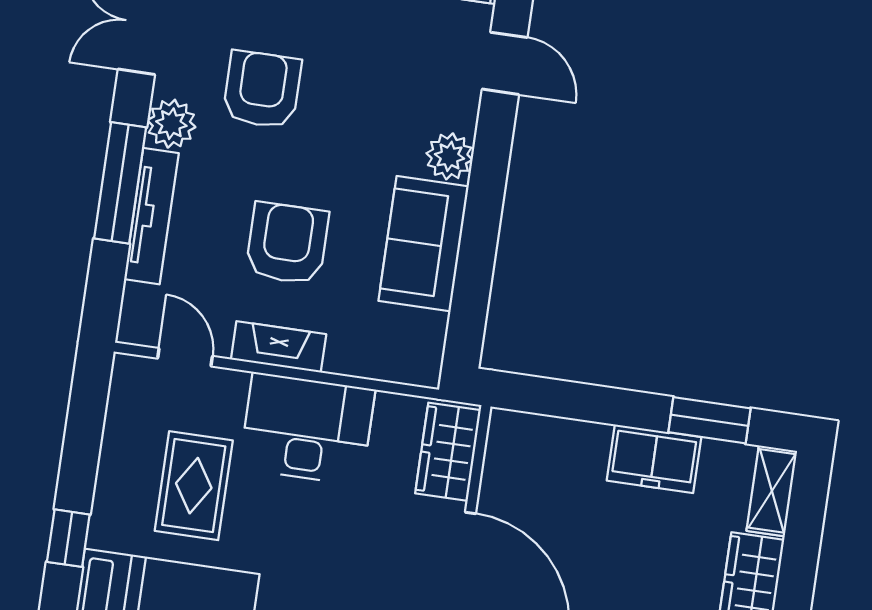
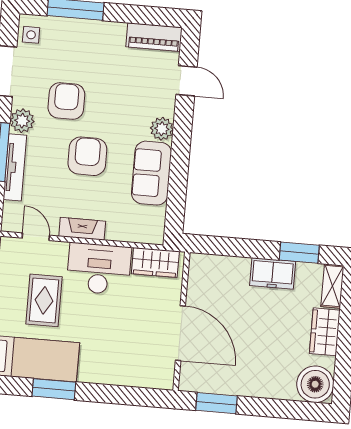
armchair: (287, 243) -> (87, 156), moved
wardrobe: (448, 452) -> (155, 262), moved, turned -90

